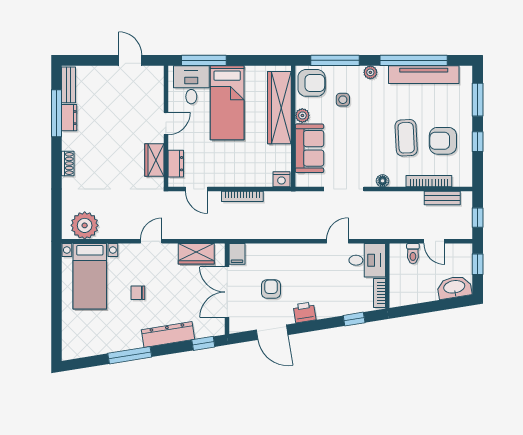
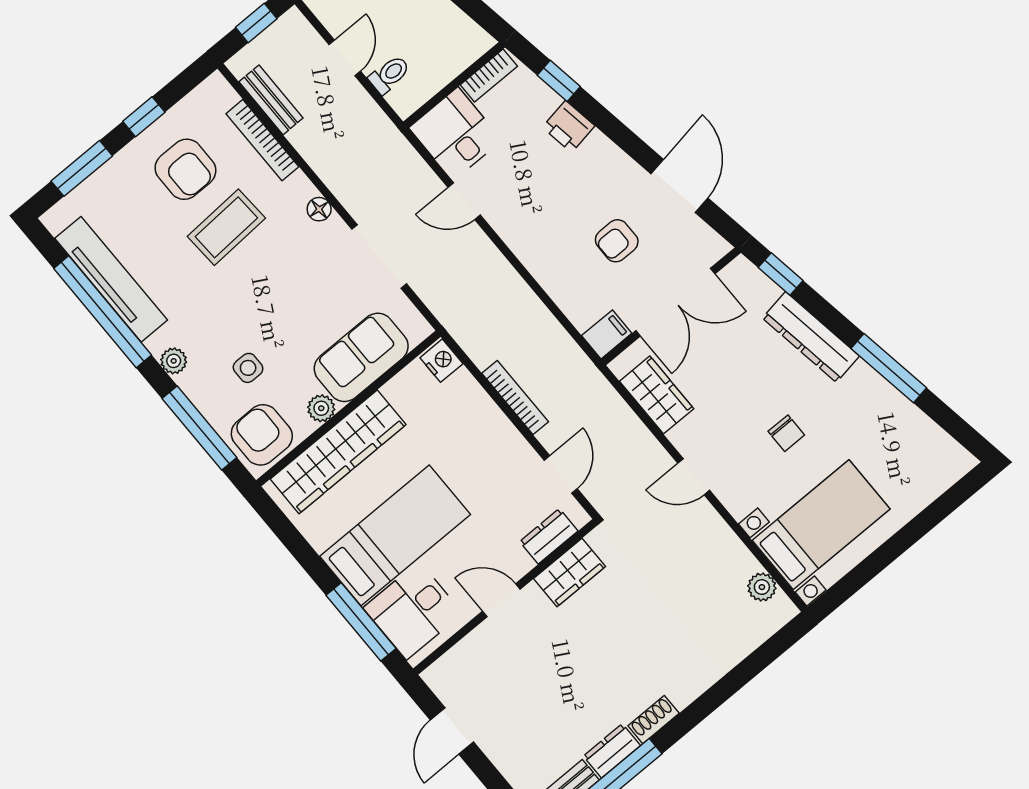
shoe rack: (68, 163) -> (654, 720), moved
plant: (85, 225) -> (762, 587), width x0.53, depth x0.53
printer: (305, 312) -> (569, 127), moved

